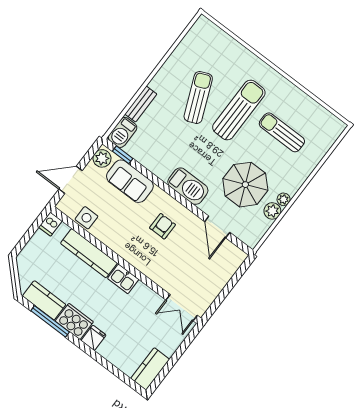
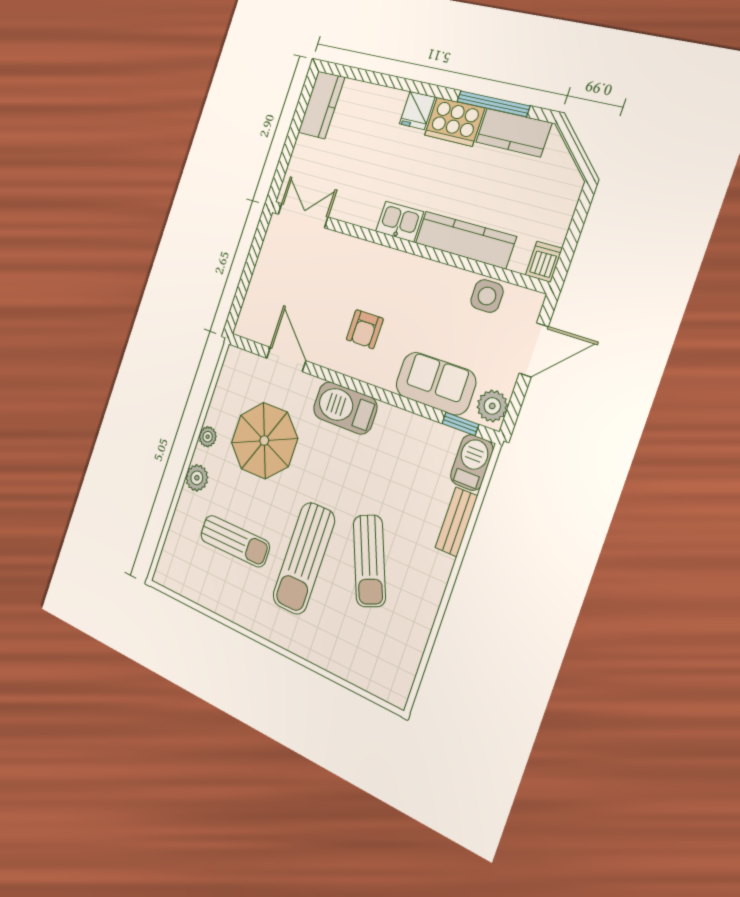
plant: (272, 211) -> (197, 478), moved

